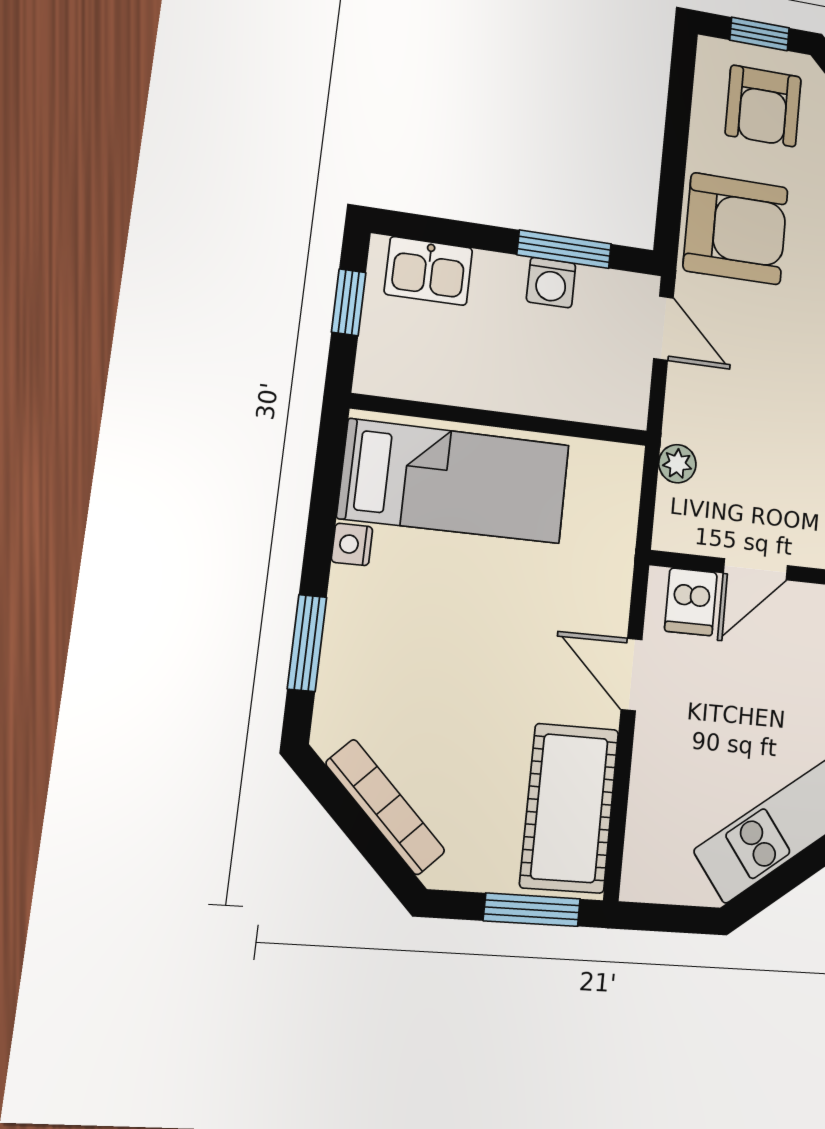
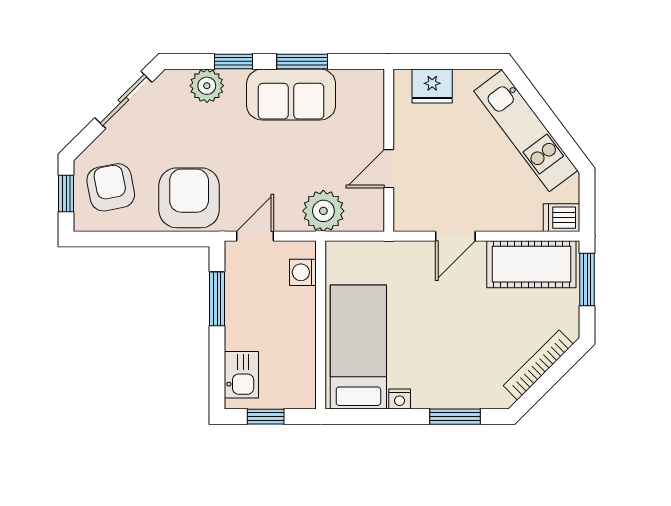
armchair: (763, 106) -> (111, 187), turned -101
washing machine: (551, 283) -> (303, 272), moved, turned 180
plant: (677, 464) -> (323, 211), width x1.88, depth x1.88
door: (755, 569) -> (389, 169), swing flipped
dishwasher: (691, 602) -> (562, 218), moved, turned 180

